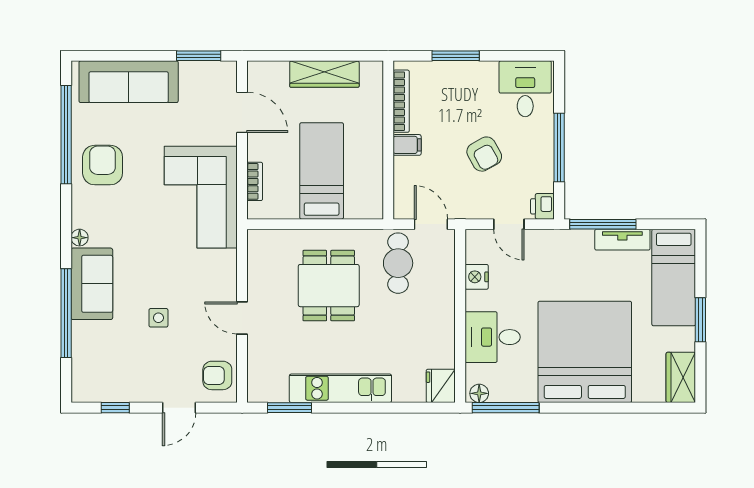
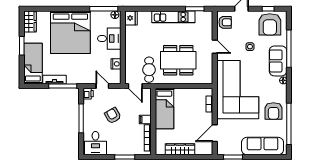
door: (242, 112) -> (215, 133), hinge flipped
bed: (322, 171) -> (164, 108), moved
corner sofa: (201, 197) -> (238, 90), width x1.36, depth x1.36
dining table: (329, 286) -> (178, 60), width x1.38
armchair: (111, 371) -> (270, 24), added

